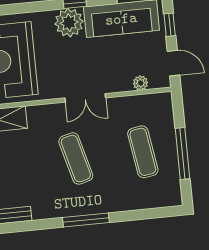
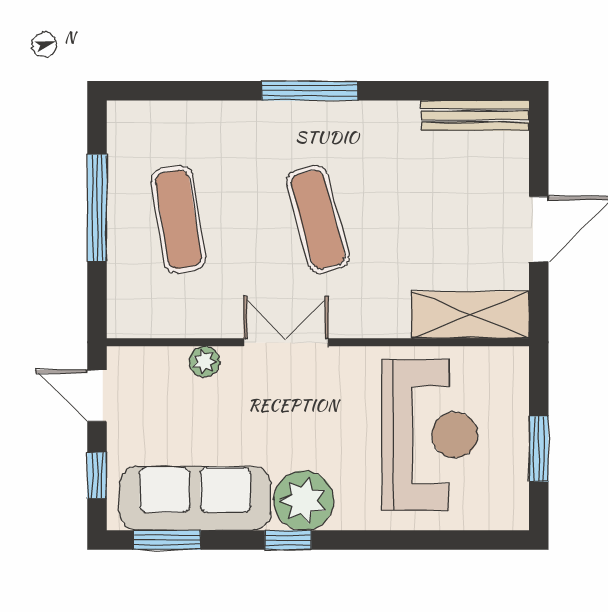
plant: (141, 83) -> (204, 361), moved

